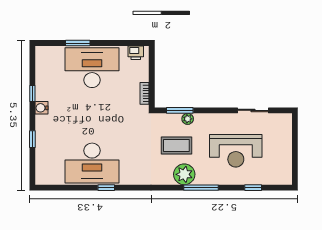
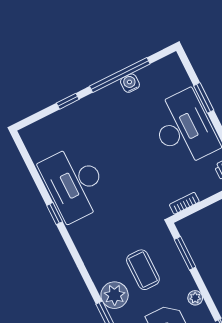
window: (32, 94) -> (120, 75), width x3.17
water cooler: (42, 108) -> (130, 83), moved
plant: (188, 119) -> (195, 298), moved

